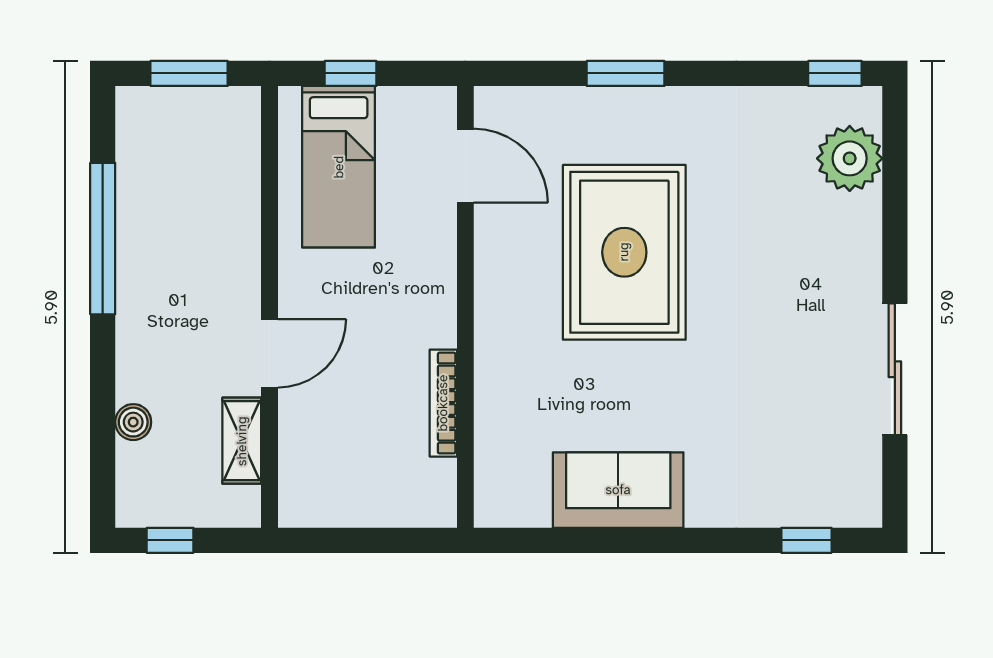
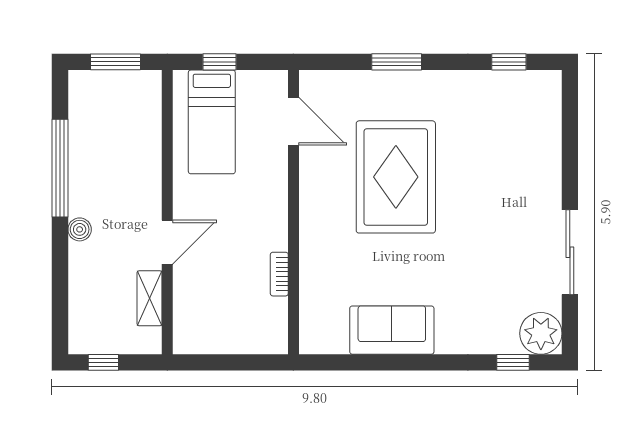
window: (835, 73) -> (509, 62), moved
plant: (850, 158) -> (541, 333), moved
bookcase: (443, 403) -> (279, 274), width x0.64
boiler: (133, 422) -> (80, 229), moved

